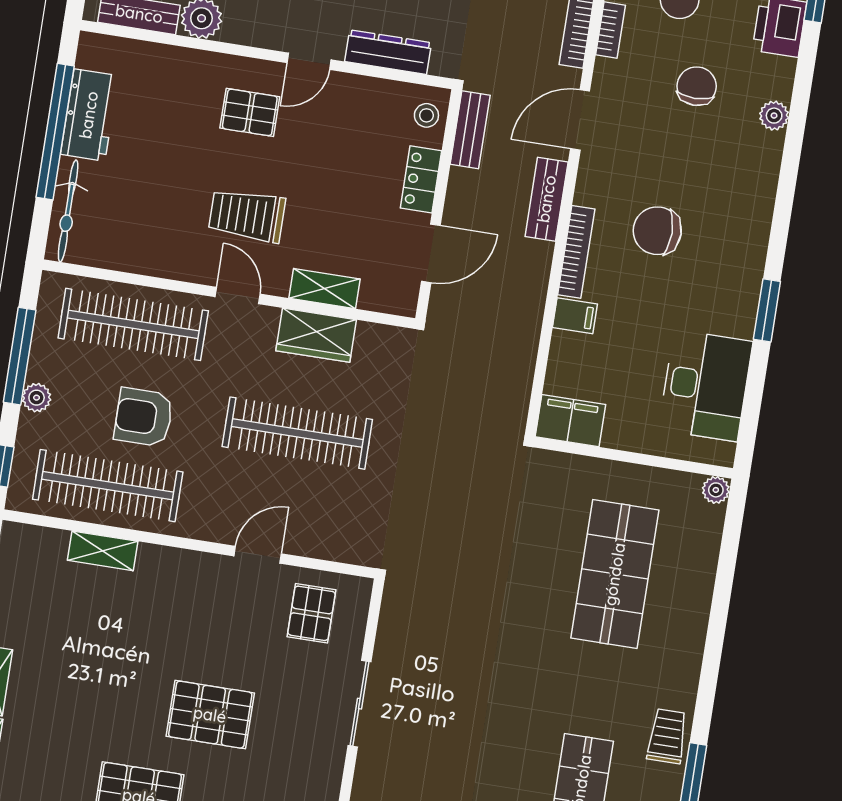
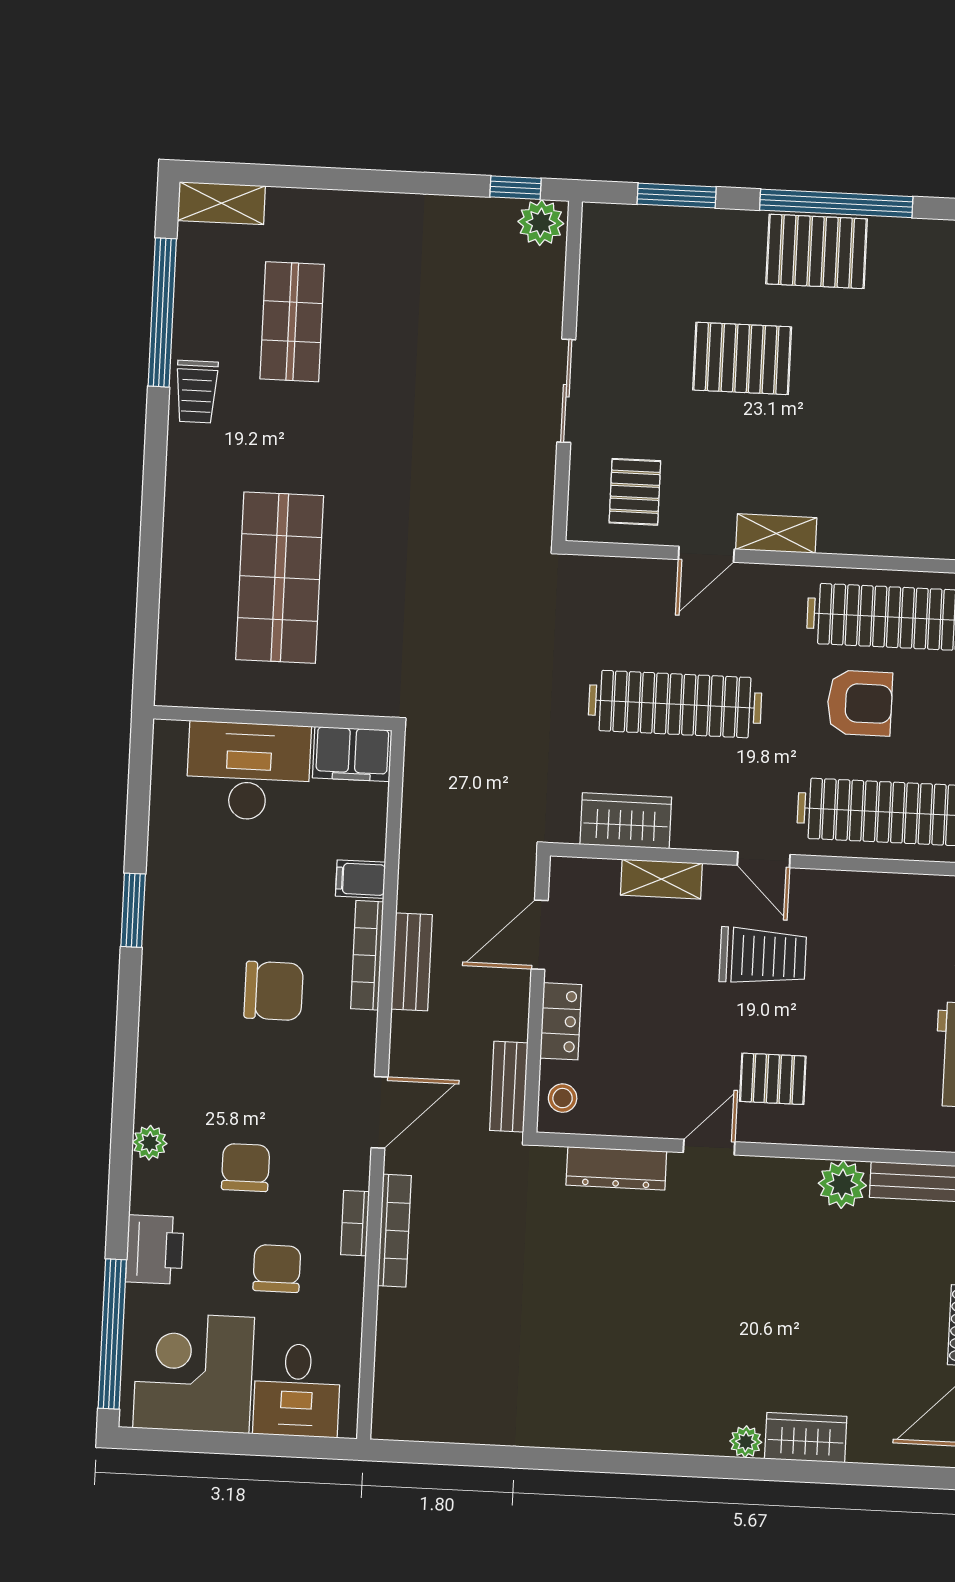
chair: (697, 86) -> (246, 1168), turned 180
bench: (547, 199) -> (412, 962), moved
wardrobe: (316, 335) -> (626, 821), moved
desk: (706, 385) -> (248, 771), moved, turned 90
plant: (716, 490) -> (171, 690), removed
shelving: (103, 551) -> (776, 533), moved

